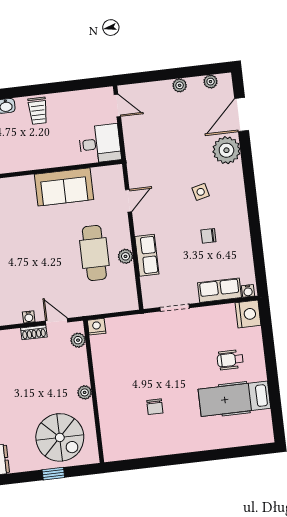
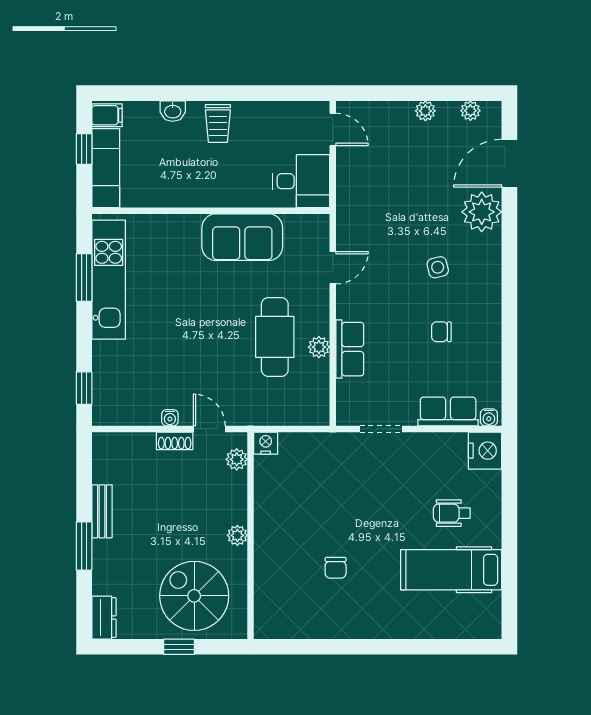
spiral stairs: (60, 437) -> (194, 596), turned 180

